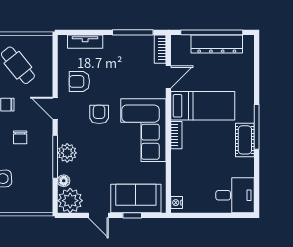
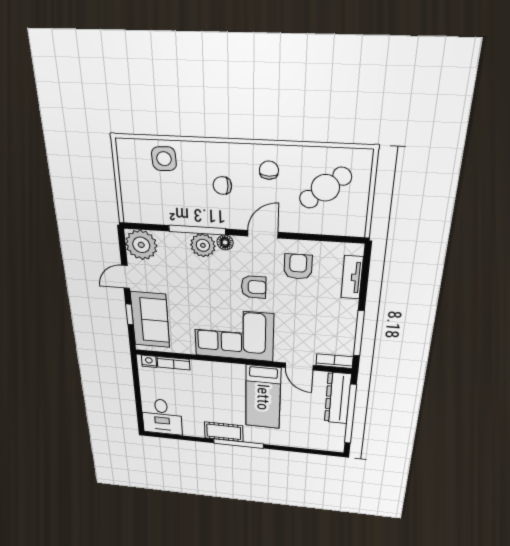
dresser: (217, 44) -> (338, 398), moved
bookcase: (176, 135) -> (173, 363), moved
floor lamp: (64, 181) -> (225, 242), moved

